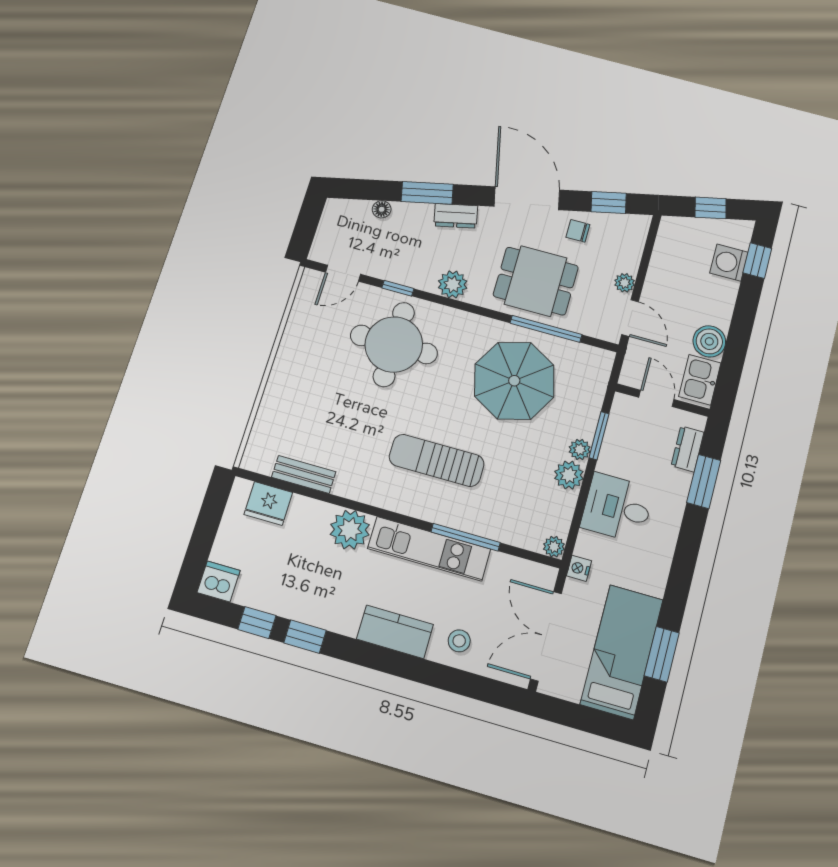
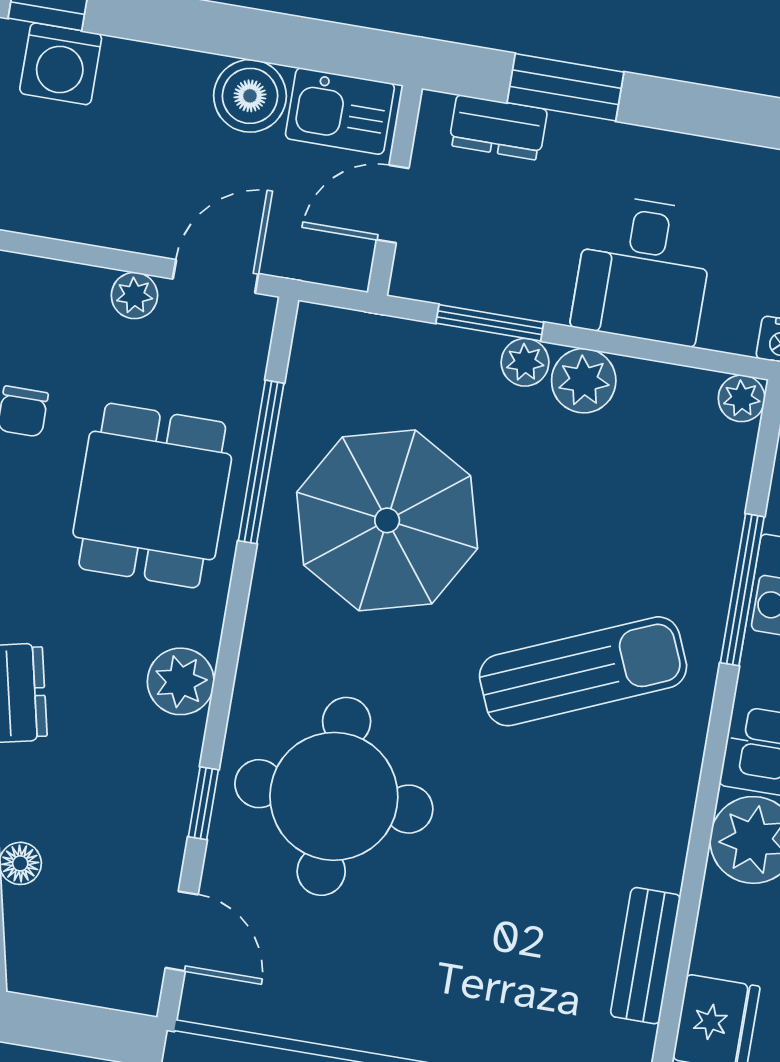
sun lounger: (437, 460) -> (583, 671), turned -113

